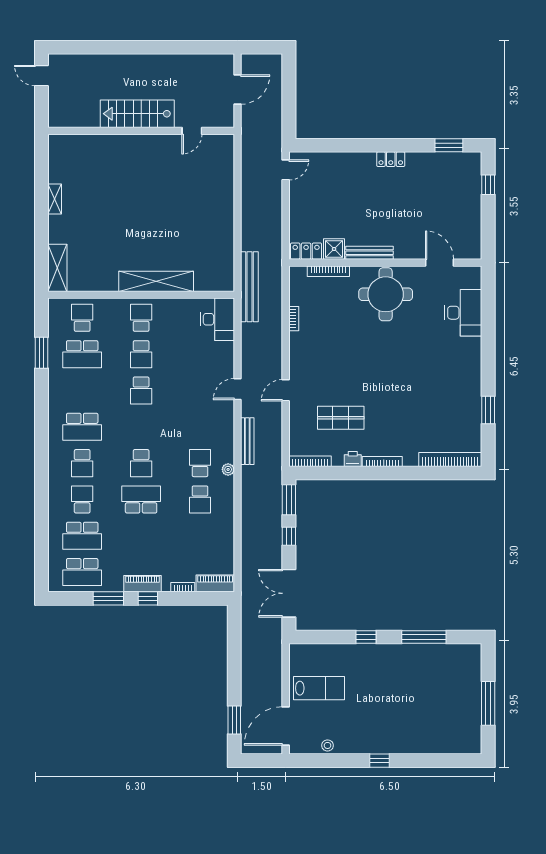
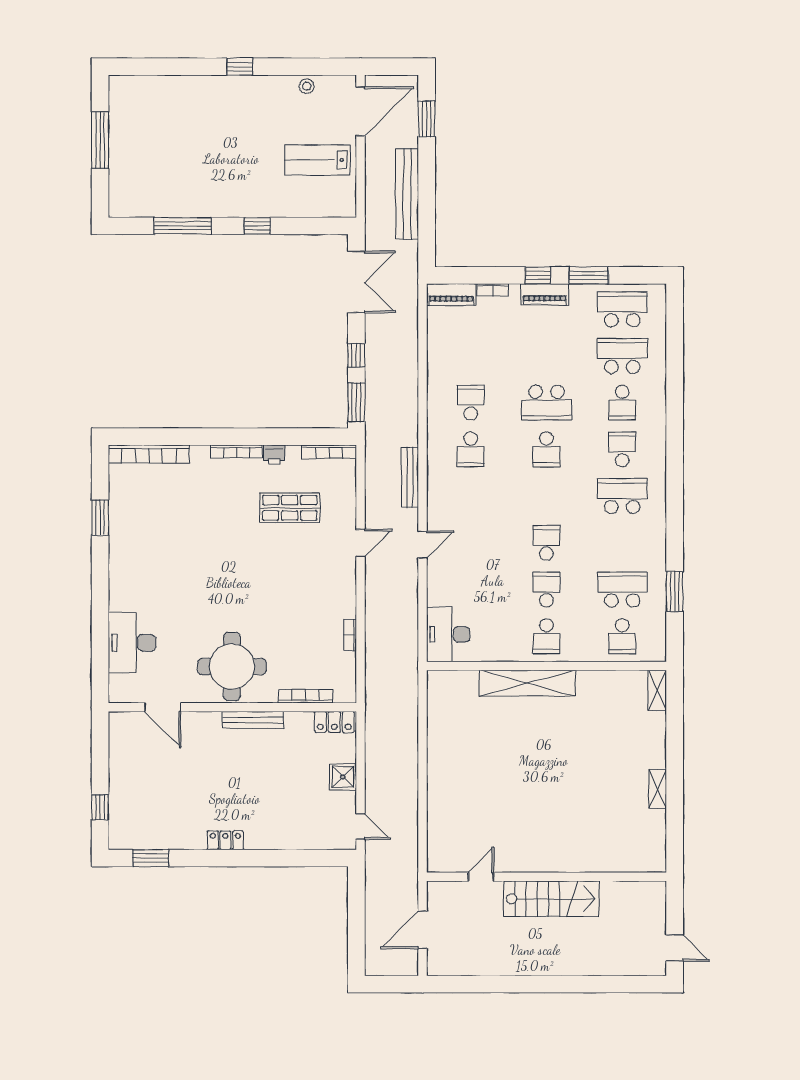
door: (286, 170) -> (360, 826), swing flipped
shower: (334, 249) -> (343, 777), moved
shelving: (57, 268) -> (657, 690), width x0.67, depth x0.75
bench: (249, 287) -> (407, 194), moved
school desk: (141, 463) -> (546, 449), turned 180
plant: (228, 469) -> (435, 441), removed

